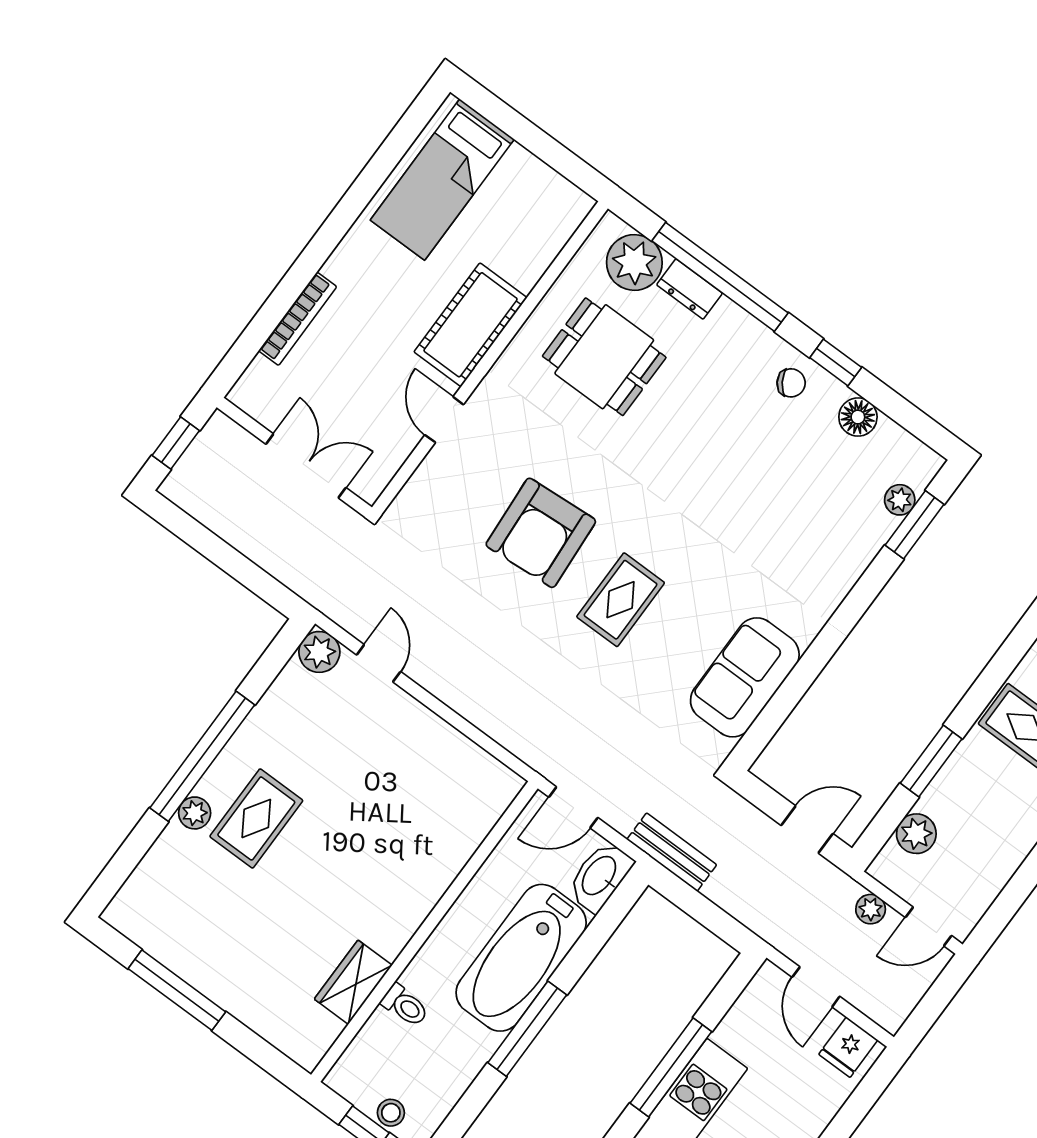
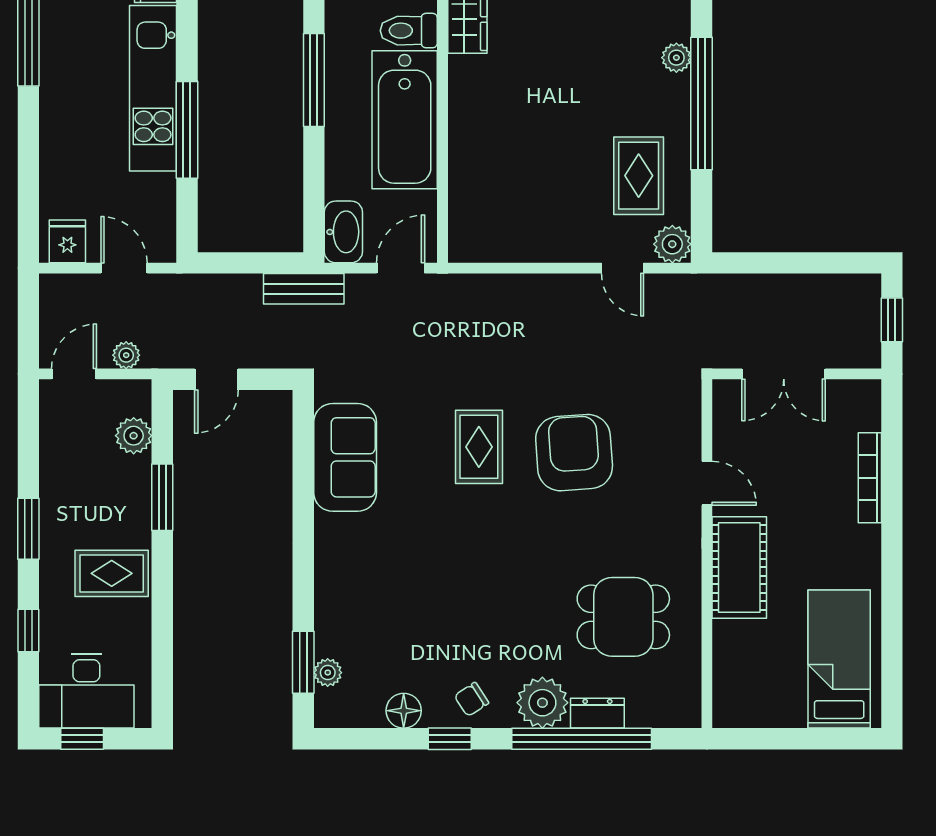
plant: (634, 263) -> (542, 703), moved
rug: (256, 818) -> (639, 176), moved
bathtub: (521, 958) -> (405, 120), moved, turned 180
toilet: (405, 1005) -> (409, 31), width x1.37, depth x1.39

